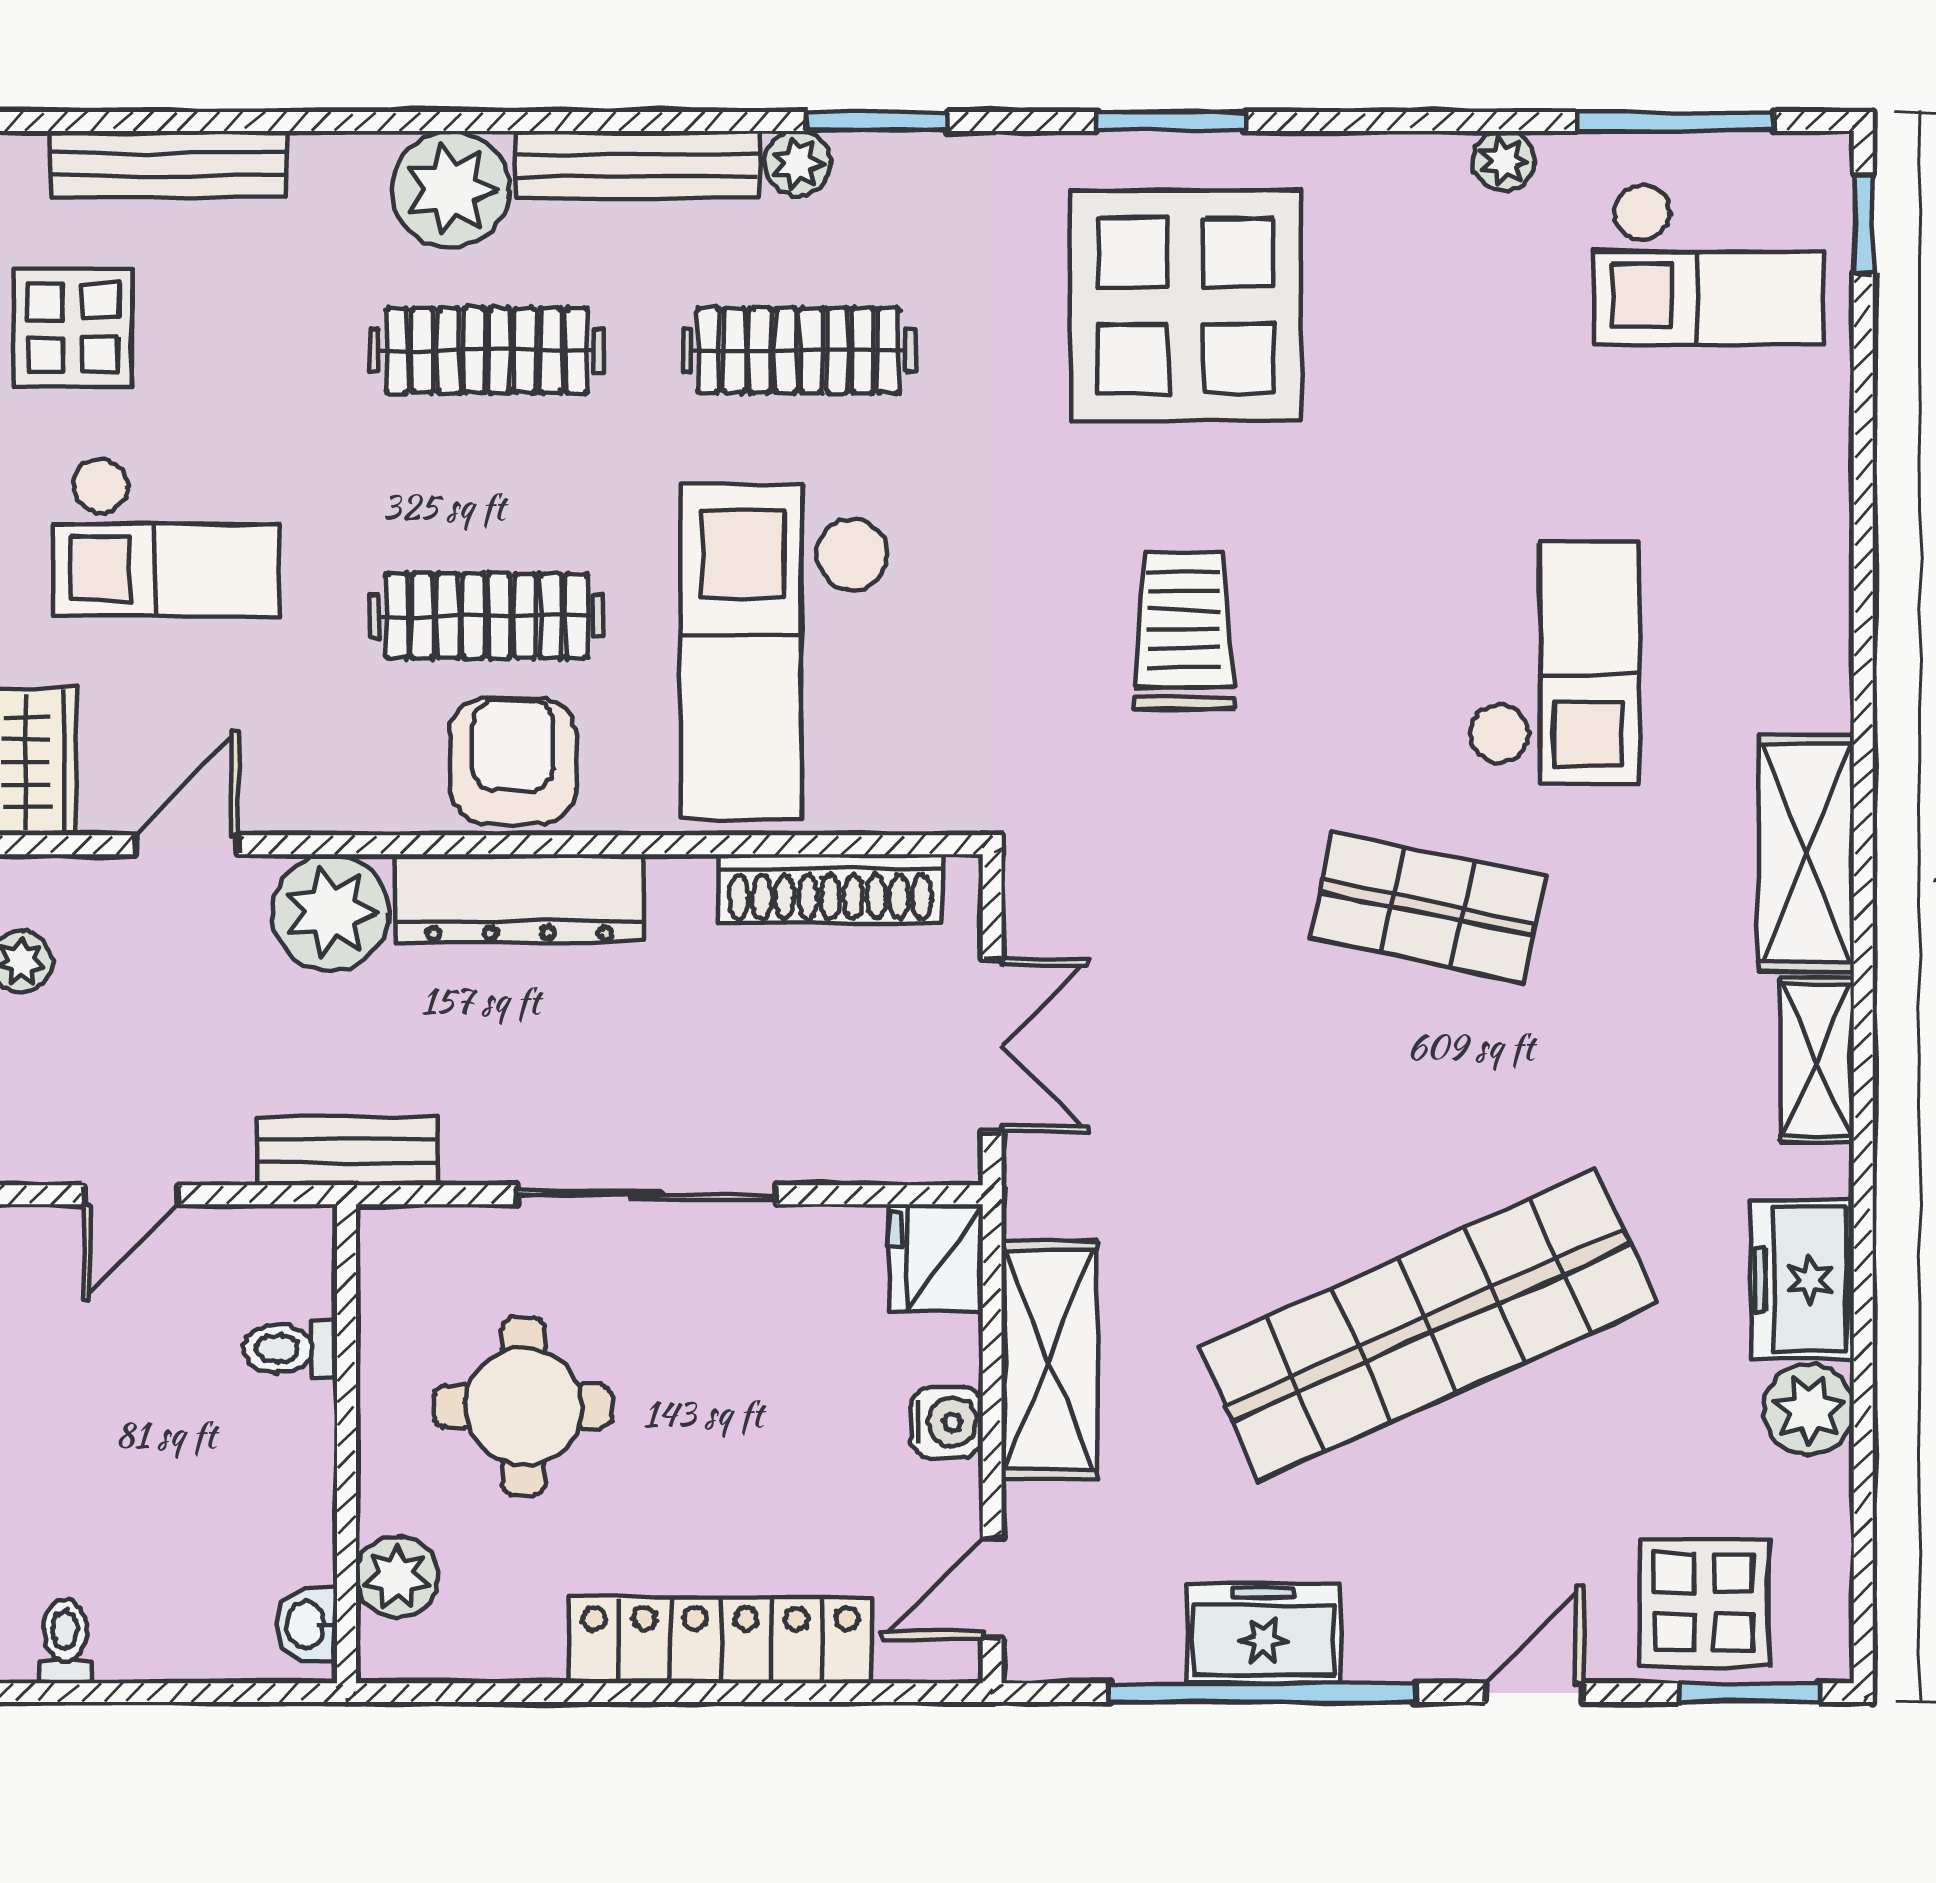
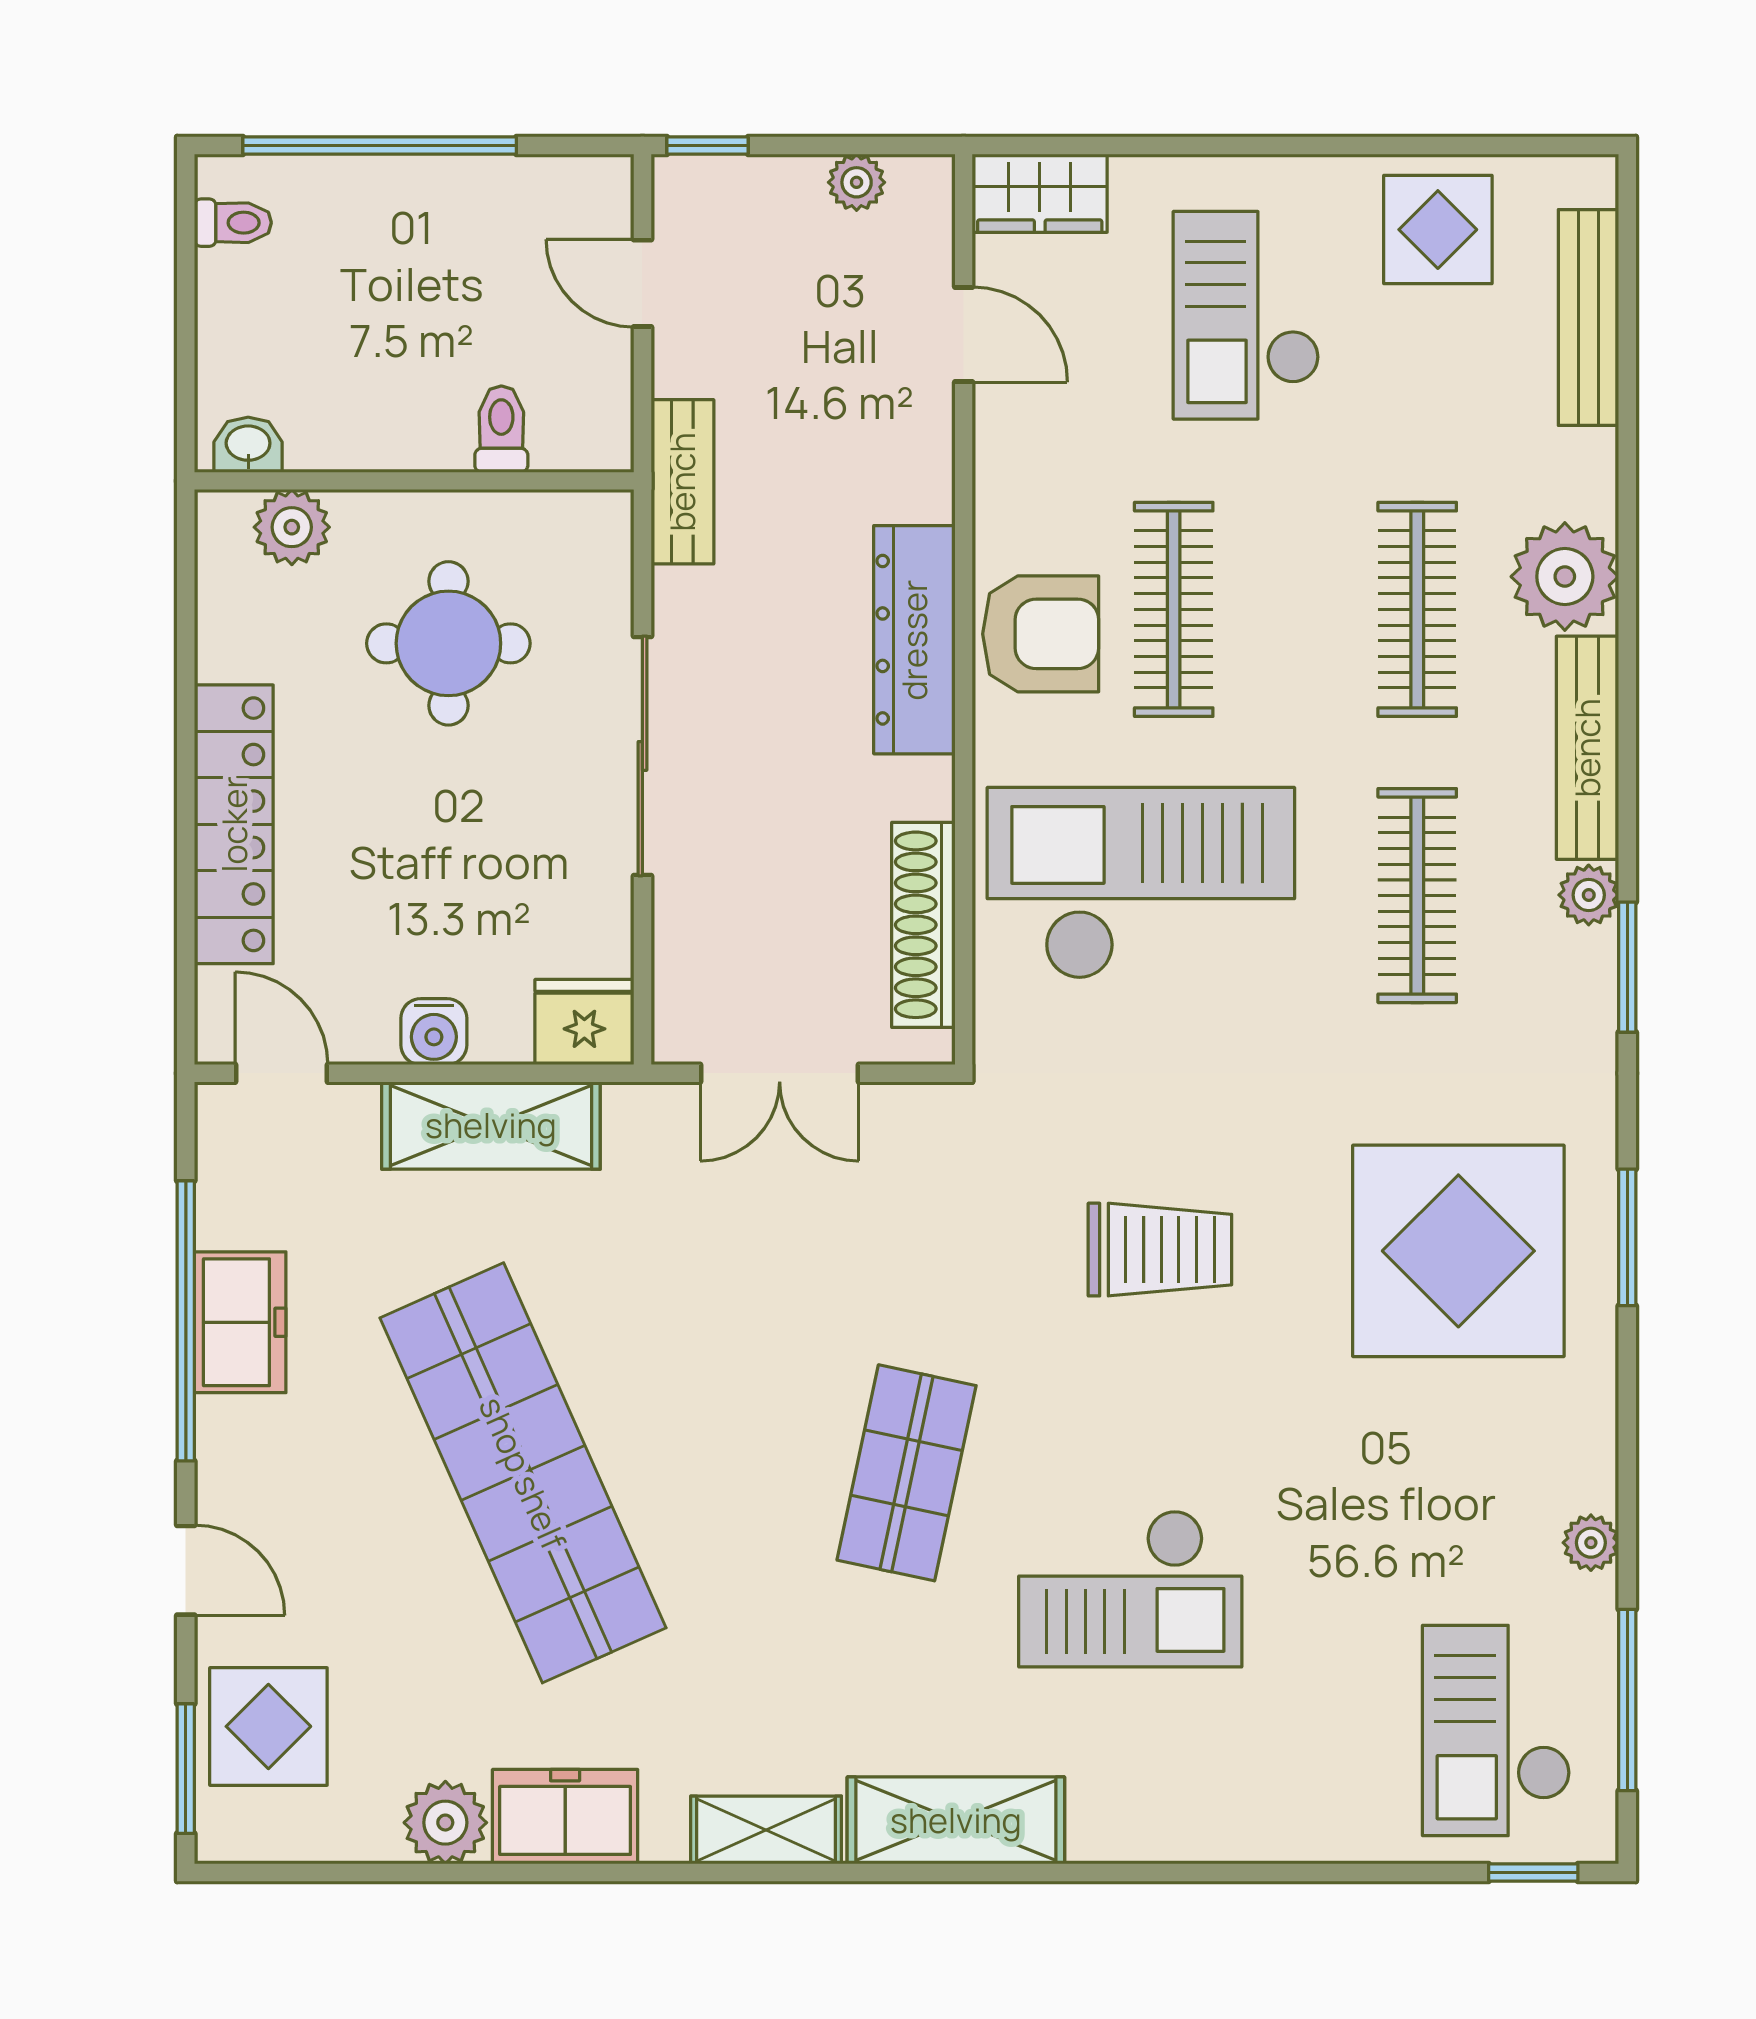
plant: (331, 912) -> (902, 466), removed

